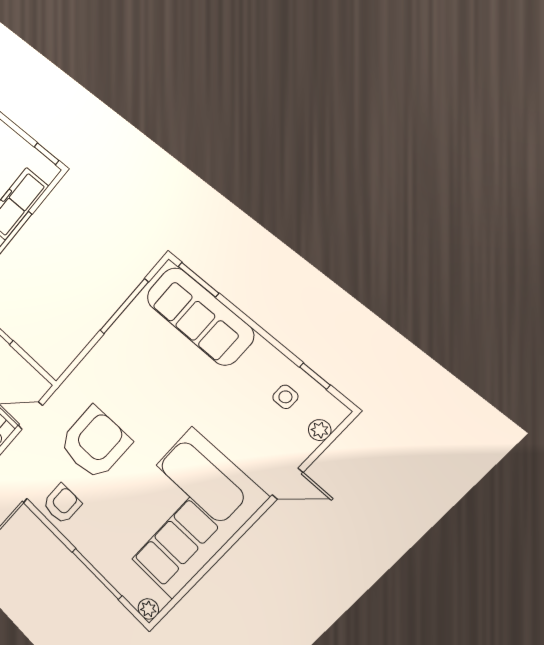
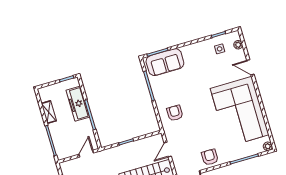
sofa: (200, 316) -> (165, 62), width x0.73
armchair: (95, 443) -> (175, 113), moved, width x0.53, depth x0.53
door: (288, 484) -> (250, 67), swing flipped

